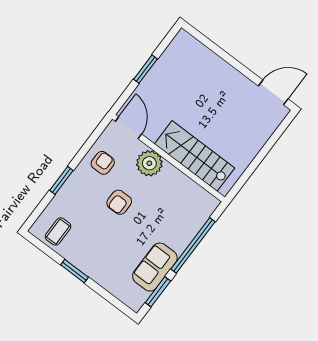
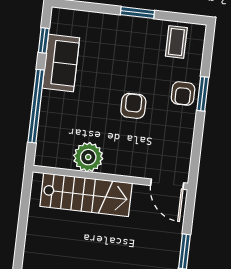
armchair: (103, 163) -> (183, 93), moved
plant: (149, 163) -> (88, 157), moved
window: (158, 292) -> (44, 40), width x0.67

